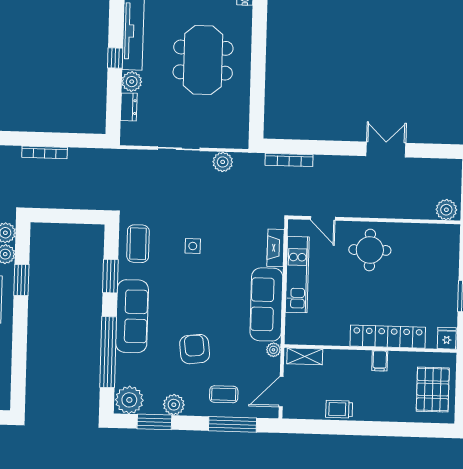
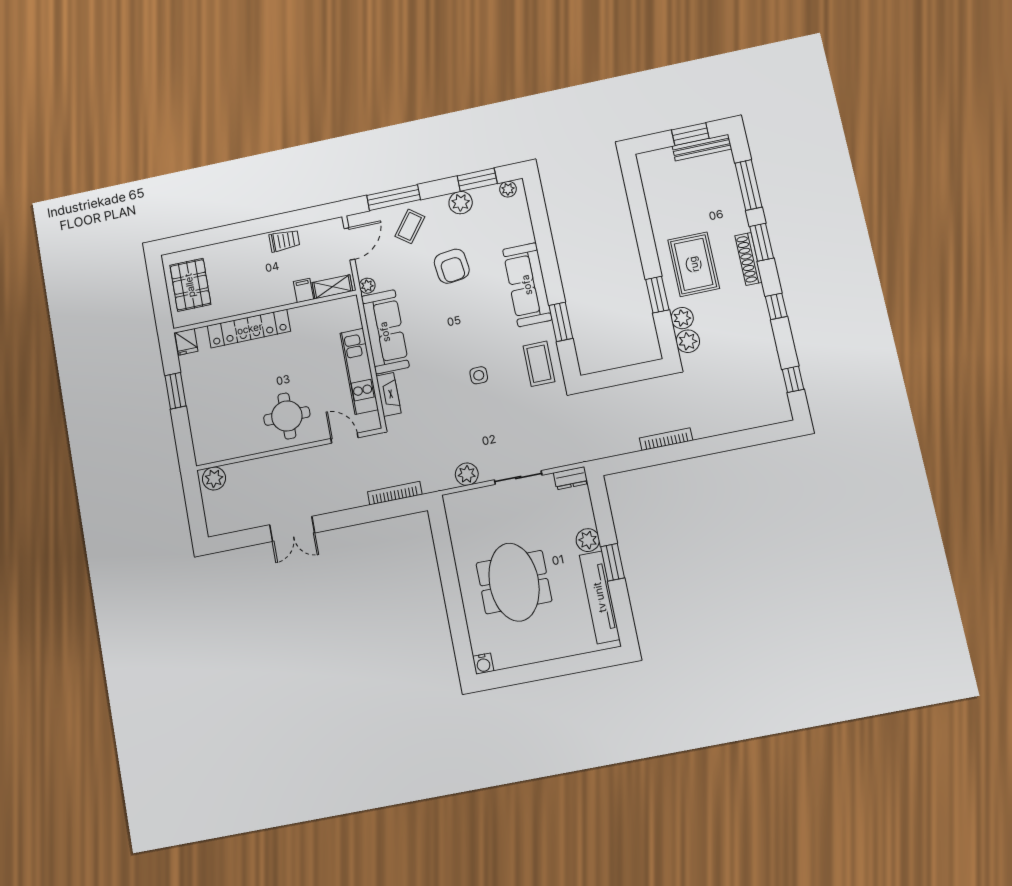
window: (115, 58) -> (613, 562), width x1.50
dresser: (129, 107) -> (571, 478), moved, turned -90
window: (108, 352) -> (544, 241), removed
filing cabinet: (380, 361) -> (304, 290), moved
coffee table: (224, 394) -> (410, 226), turned -53
plant: (129, 400) -> (508, 189), width x0.53, depth x0.53

